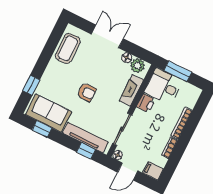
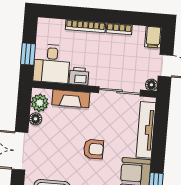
window: (178, 71) -> (28, 54), width x0.67
armchair: (87, 92) -> (94, 149), turned 90
window: (86, 151) -> (161, 123), removed

